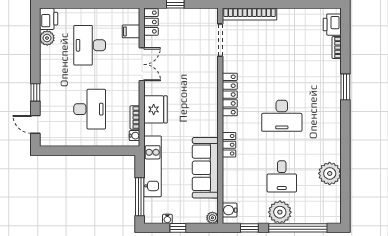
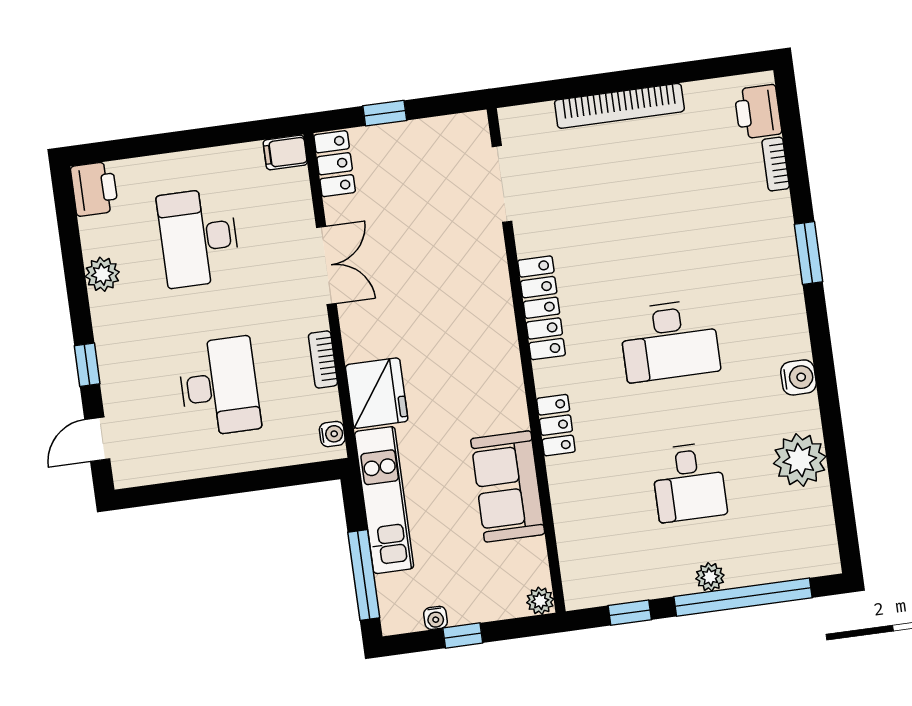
bookcase: (250, 14) -> (619, 106), moved
filing cabinet: (131, 31) -> (285, 152), moved
plant: (47, 38) -> (102, 274), moved
fridge: (156, 109) -> (377, 393), moved
bookcase: (135, 117) -> (323, 359), moved
door: (35, 124) -> (97, 439), hinge flipped
sofa: (205, 168) -> (508, 486), width x0.73
water cooler: (230, 210) -> (798, 377), moved, turned 180
plant: (280, 212) -> (710, 577), width x0.53, depth x0.53

